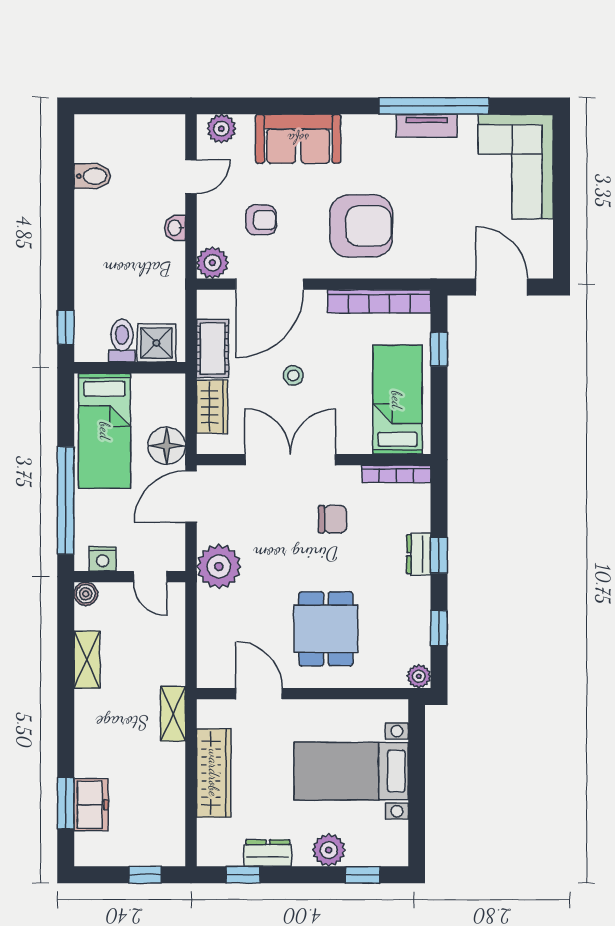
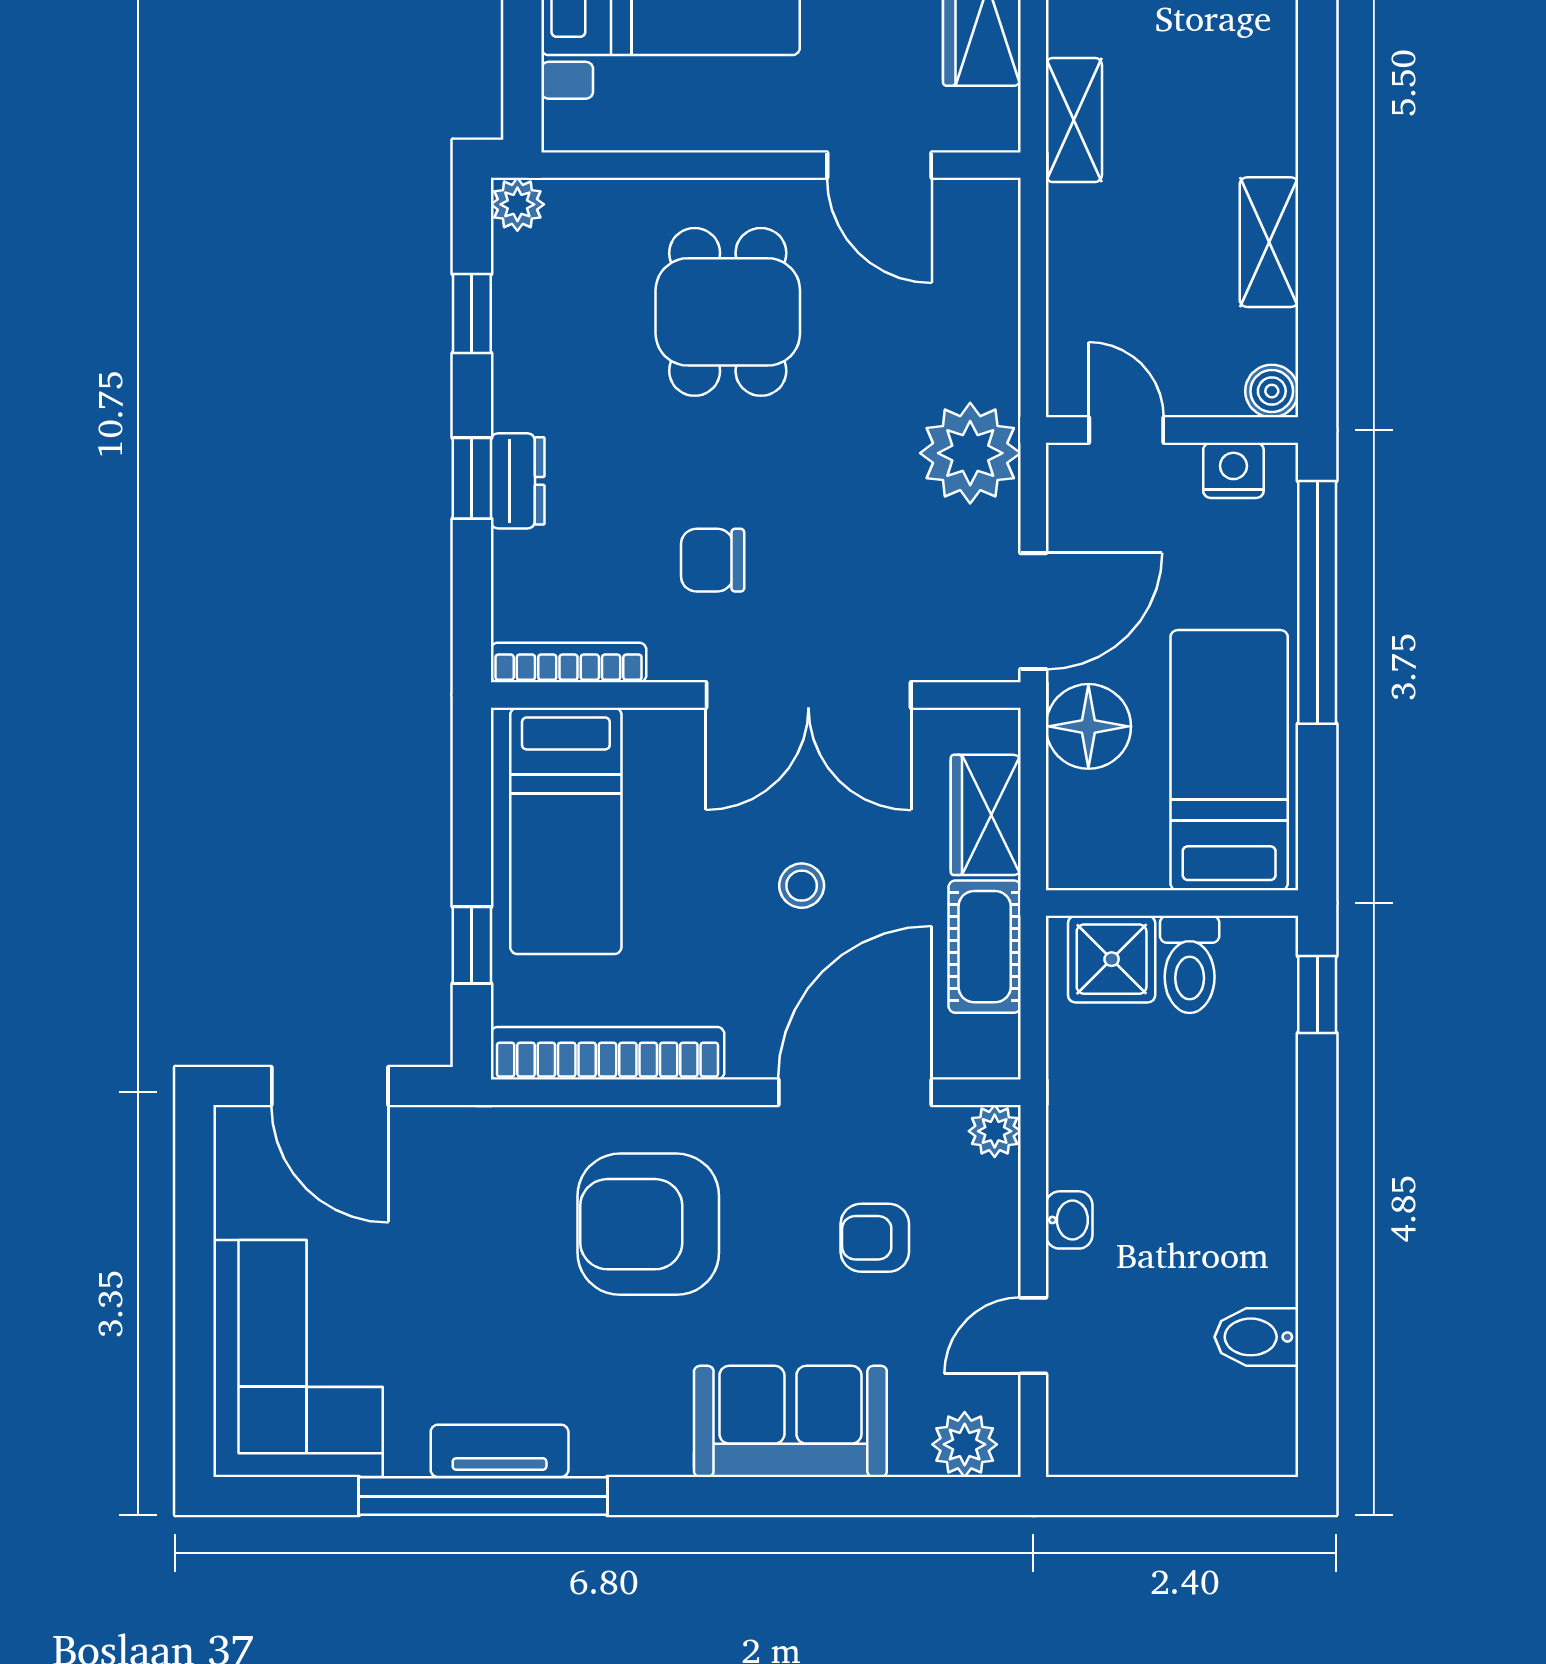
plant: (212, 263) -> (995, 1131), width x0.73, depth x0.73

